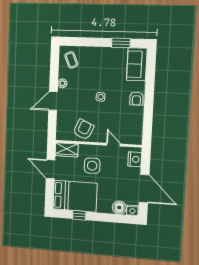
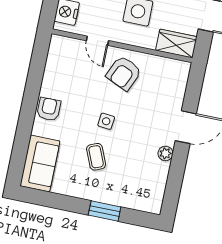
window: (121, 43) -> (105, 211), moved
coffee table: (71, 60) -> (96, 157), moved
armchair: (83, 129) -> (124, 73), moved

